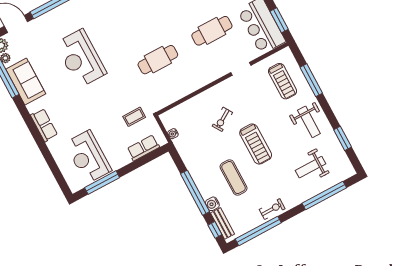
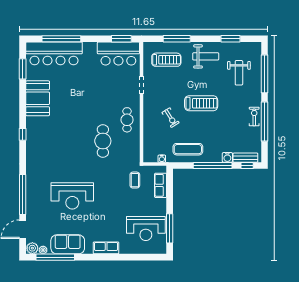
cafe table: (212, 31) -> (127, 120), moved, width x0.73, depth x0.74
exercise mat: (234, 177) -> (188, 149), moved
window: (258, 231) -> (265, 121), moved

